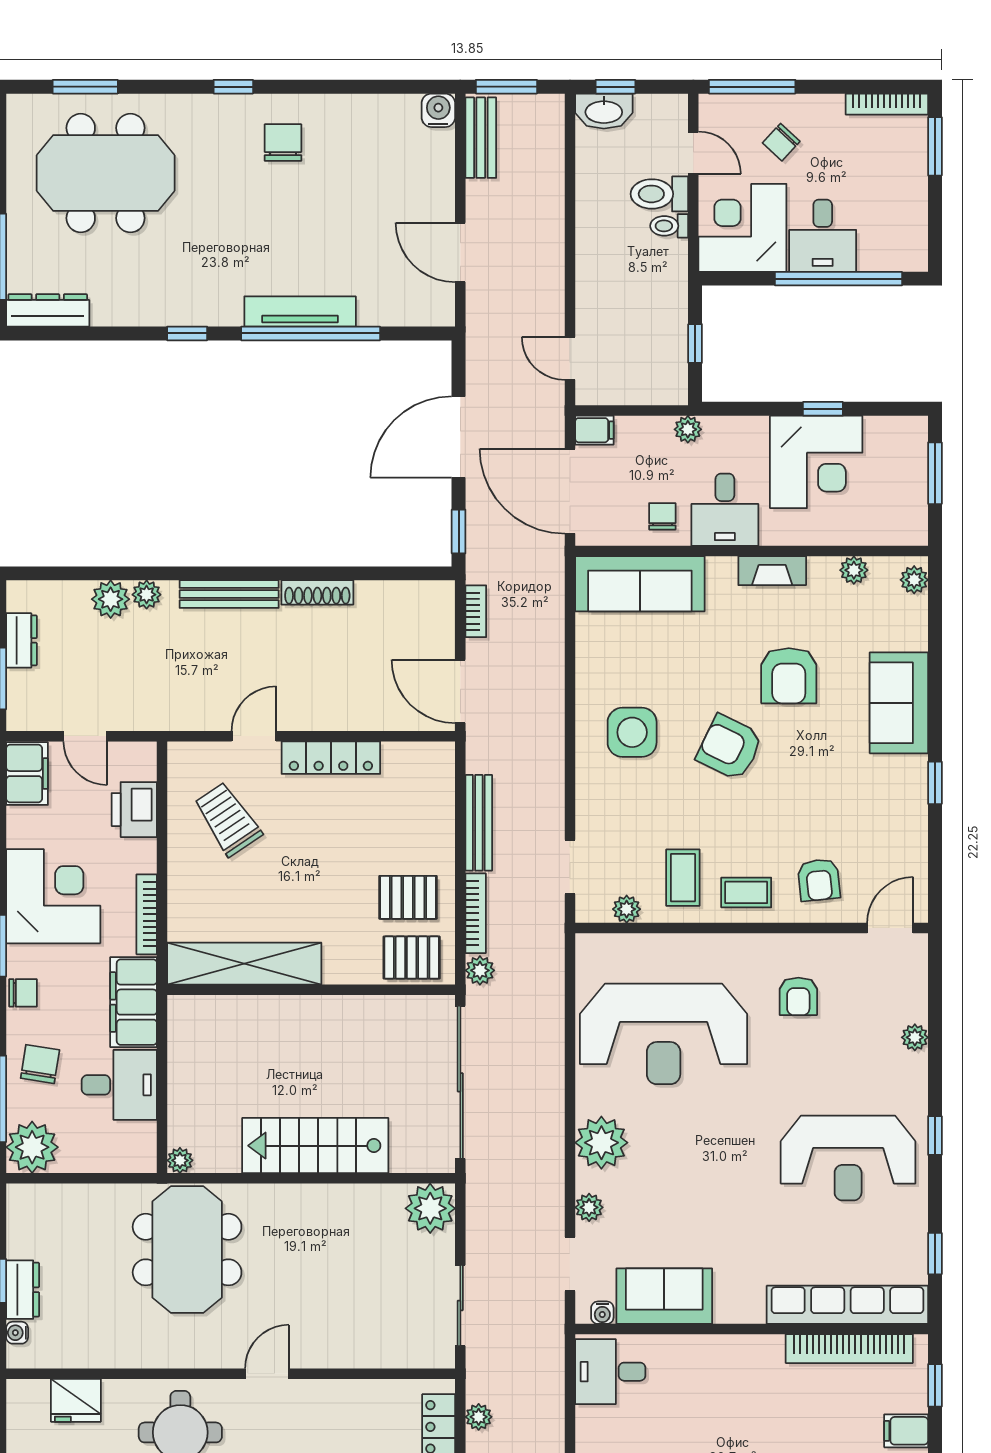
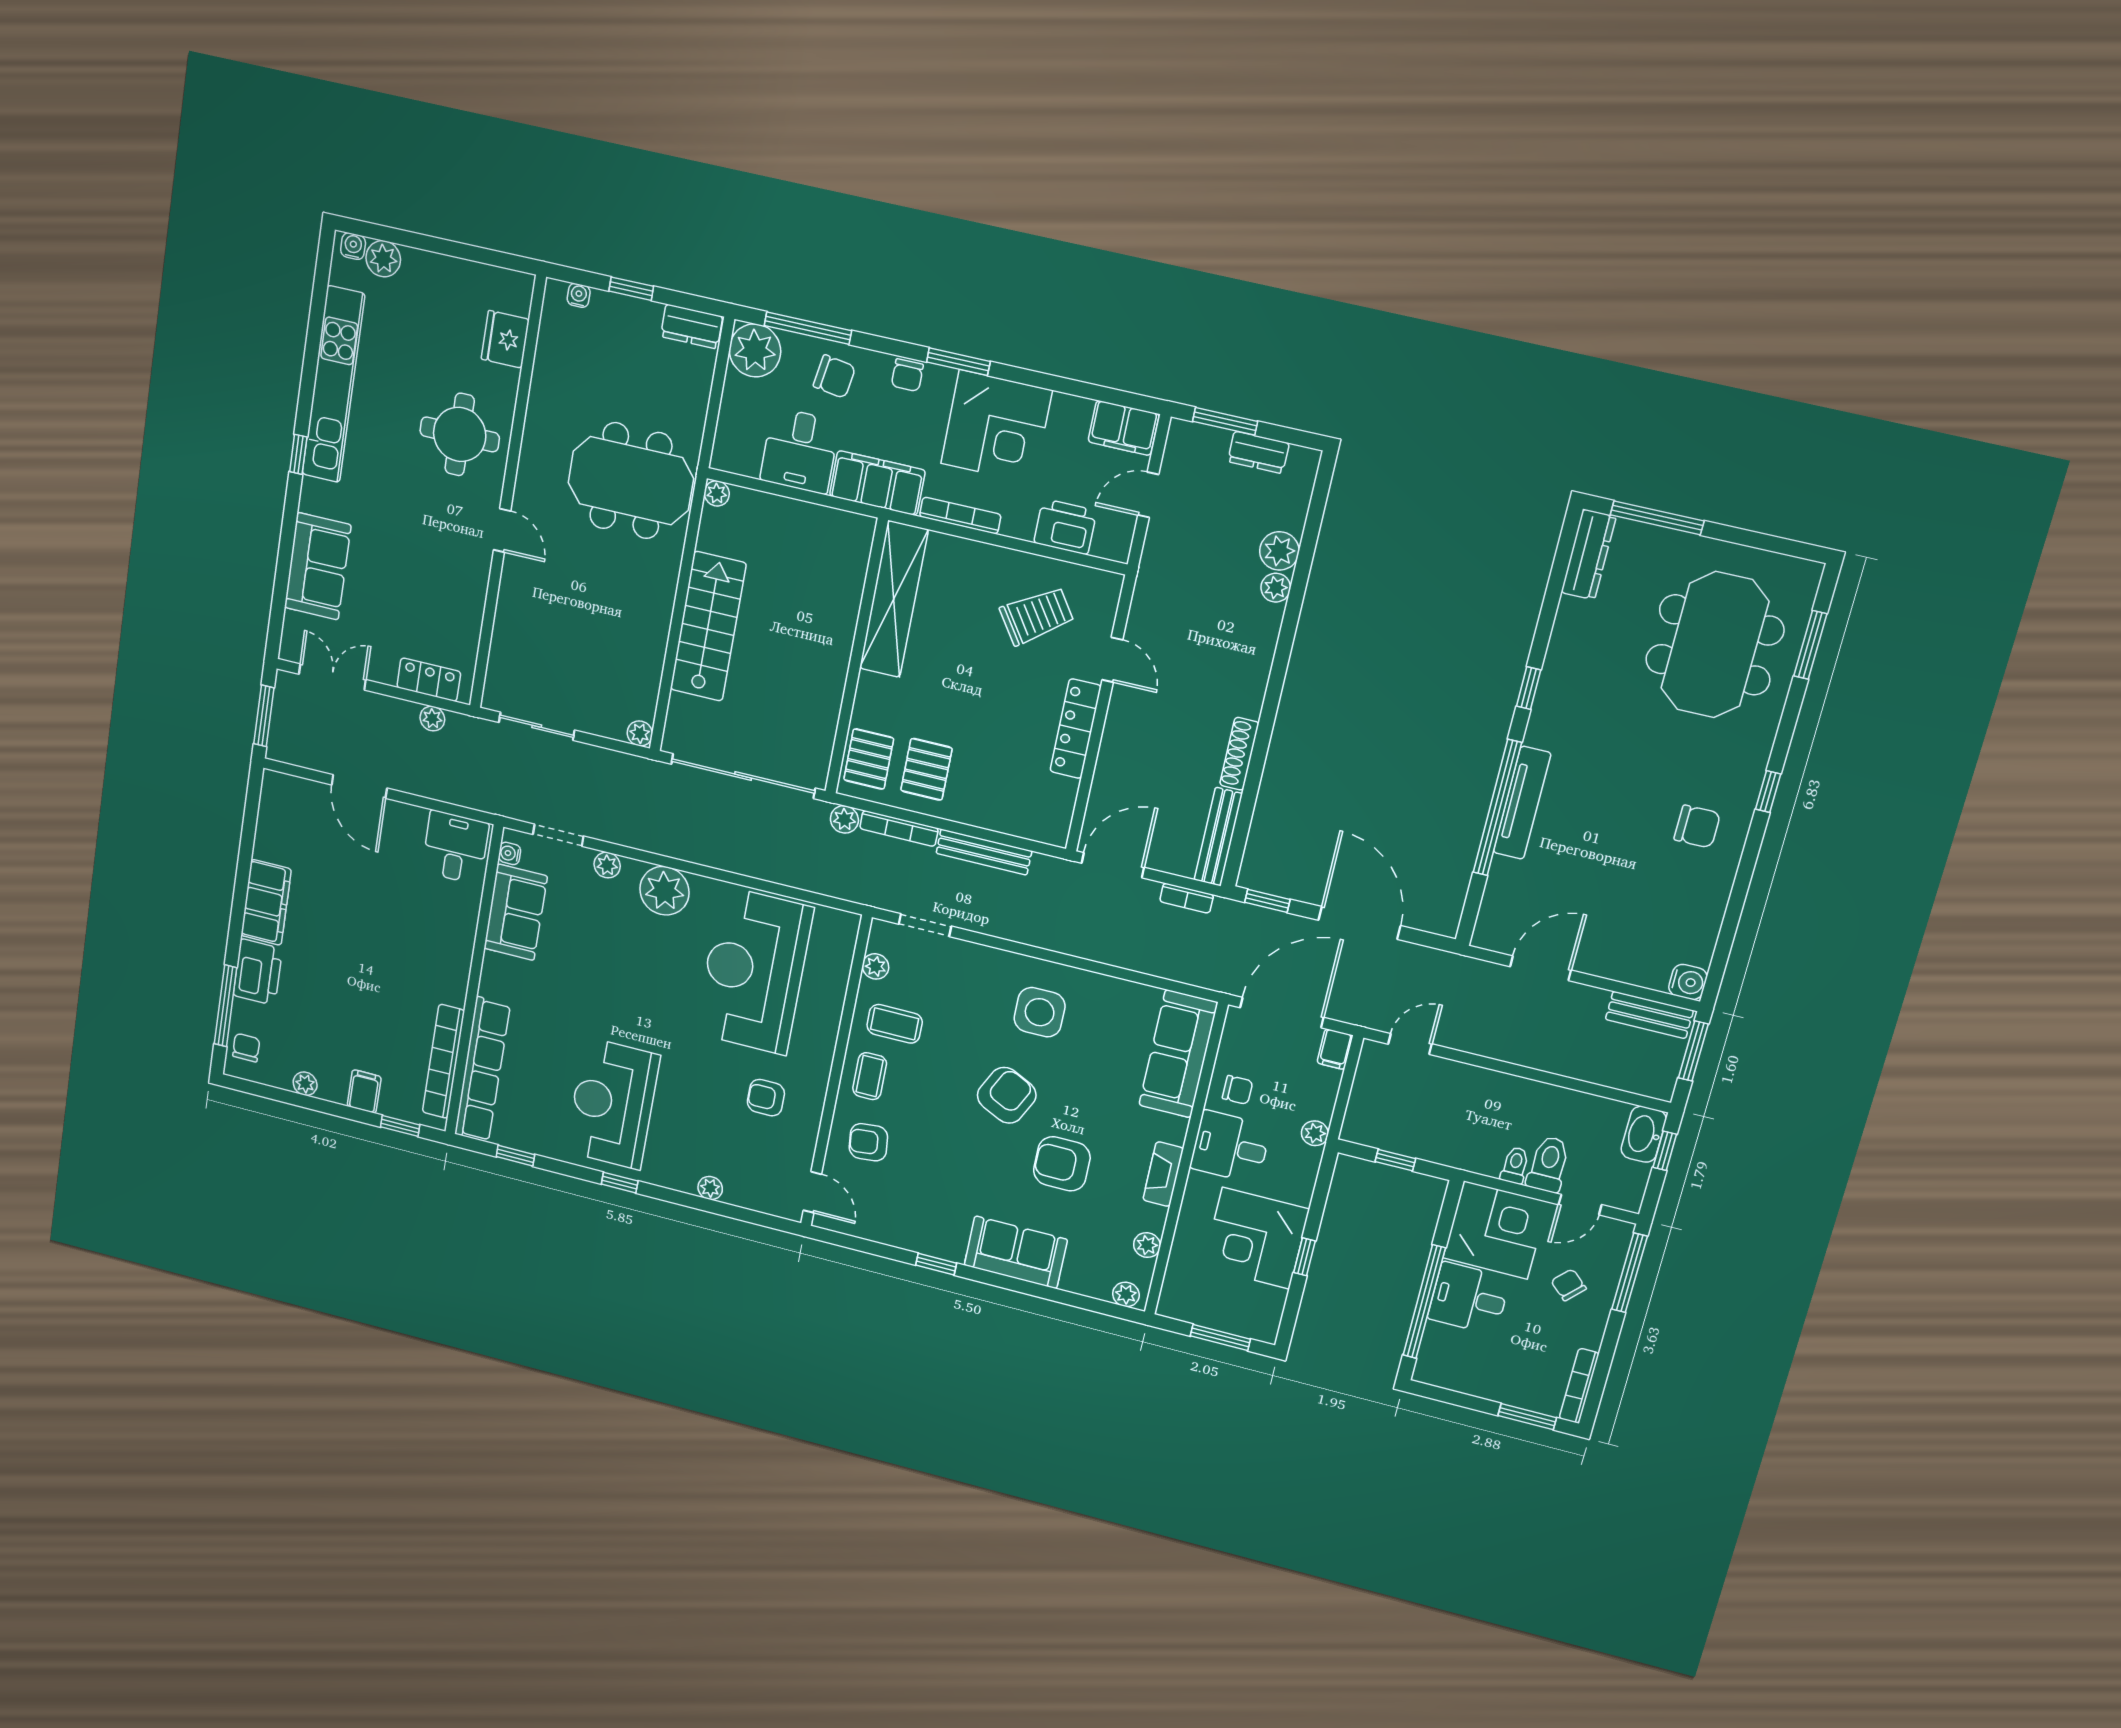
bench: (229, 594) -> (1218, 837), moved
plant: (430, 1208) -> (640, 733), width x0.53, depth x0.53
dresser: (23, 1290) -> (692, 326), moved

